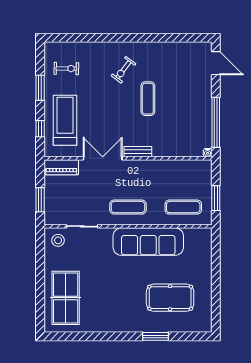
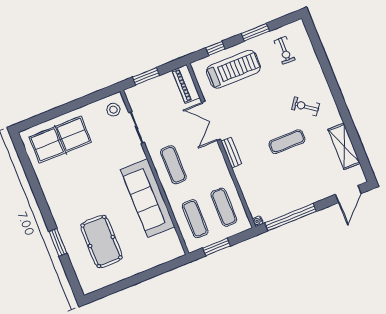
shelving: (172, 50) -> (344, 146), added
double door: (103, 158) -> (211, 121), swing flipped
exercise mat: (183, 178) -> (224, 207), added

